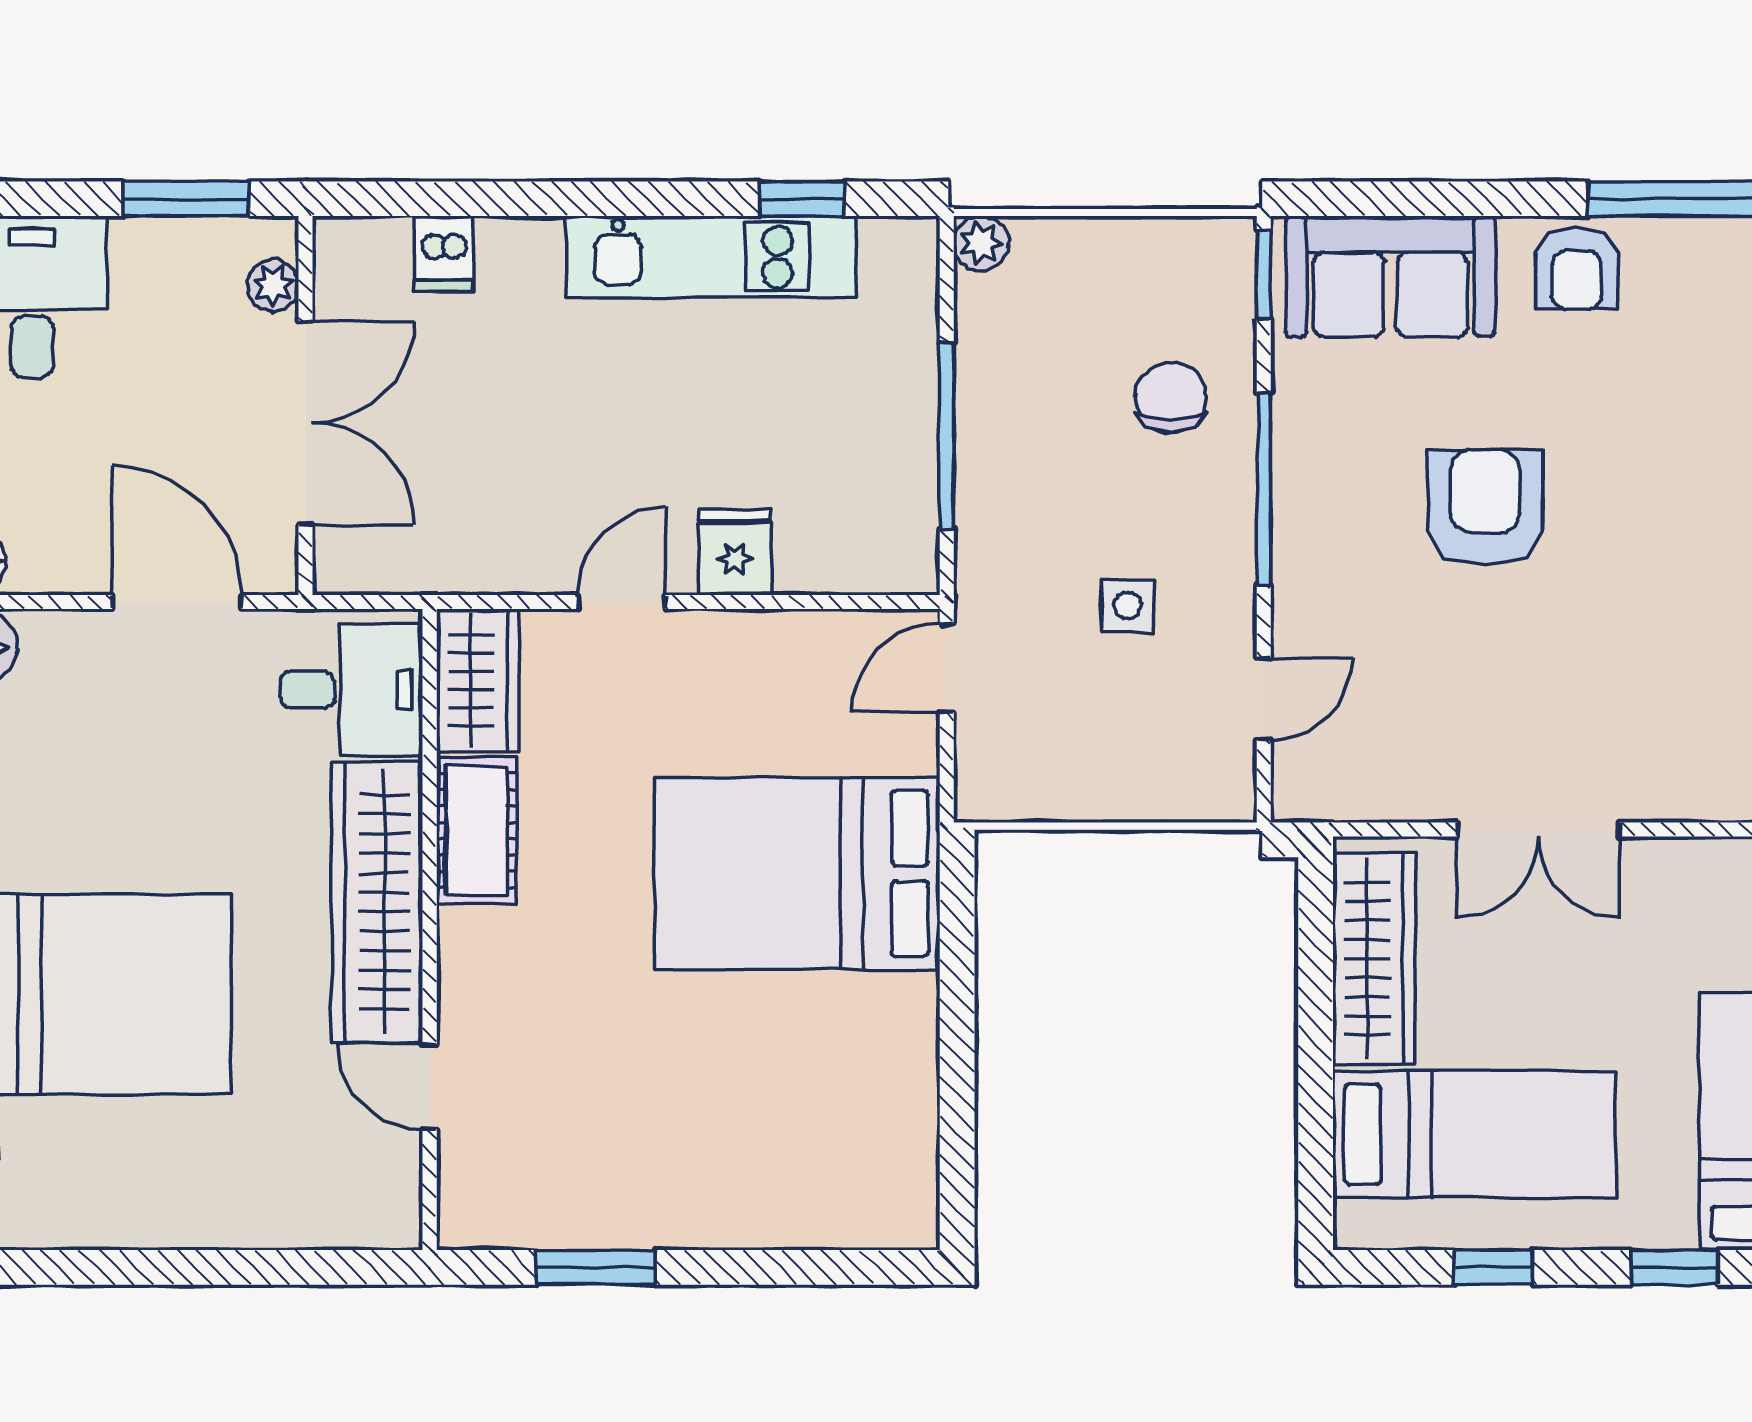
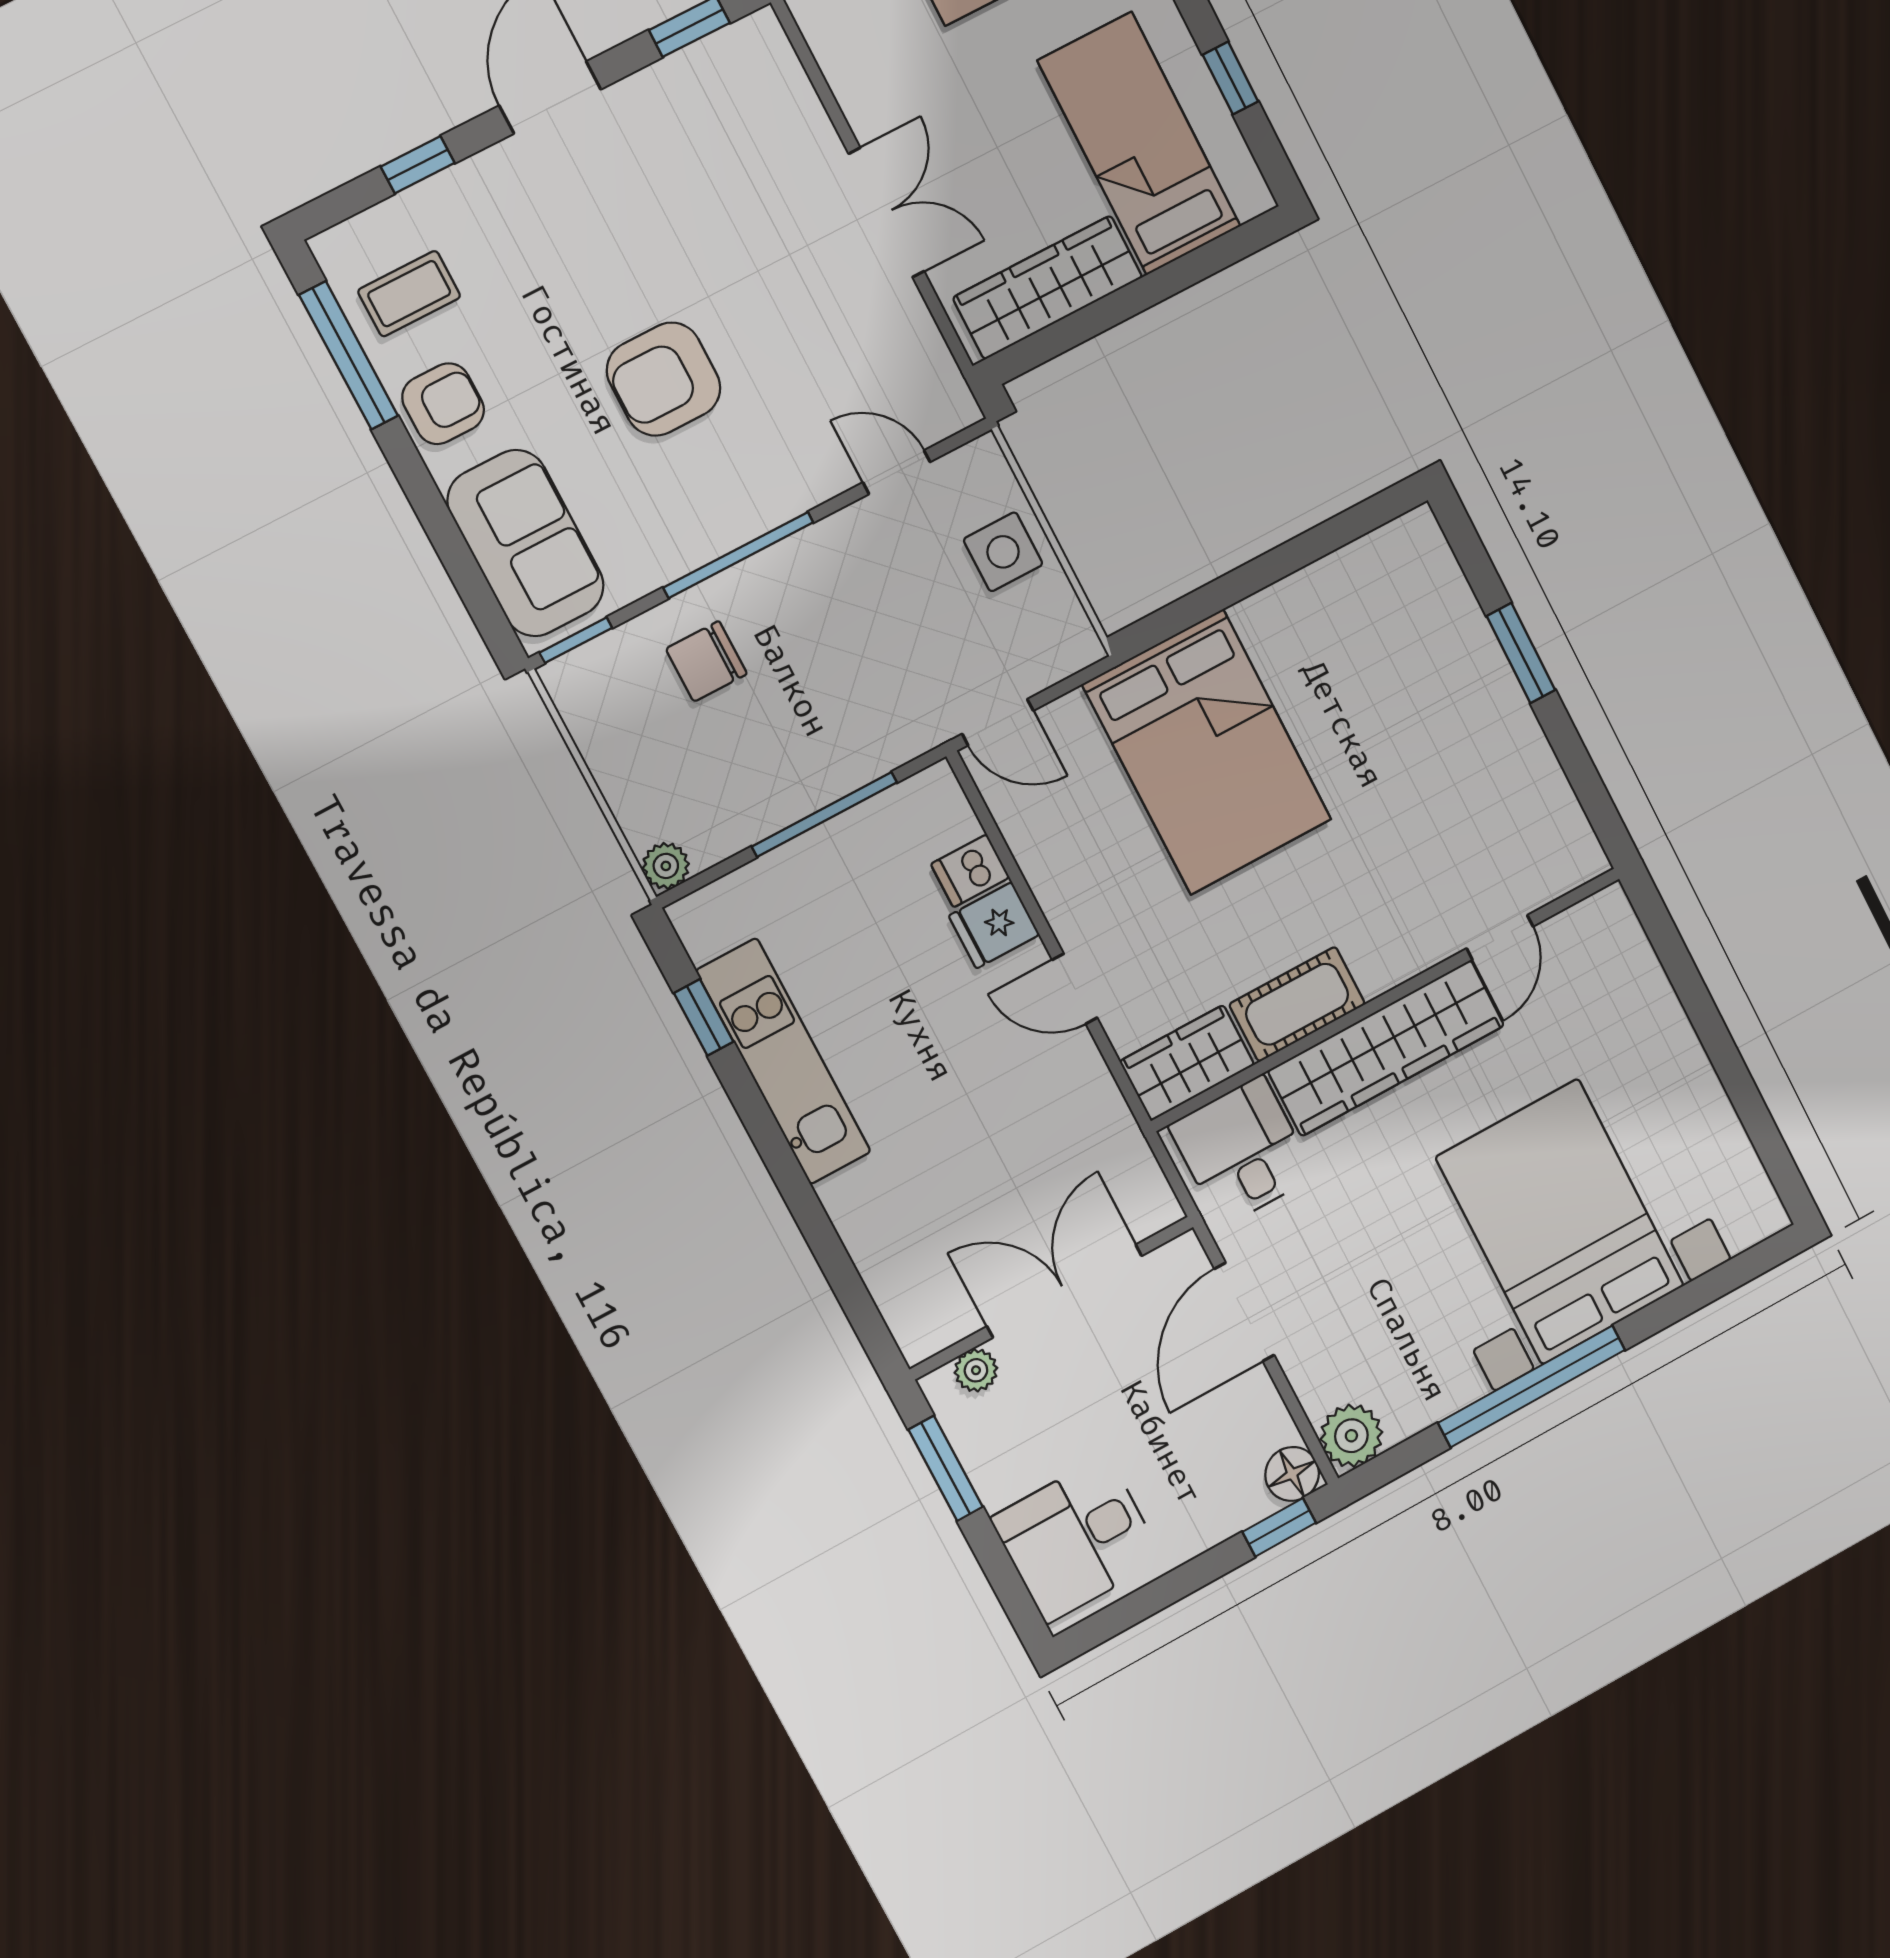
dishwasher: (444, 254) -> (970, 871), moved, turned 180
coffee table: (1706, 294) -> (409, 294), added
side table: (1128, 606) -> (1003, 552), moved, width x1.37, depth x1.37
window: (596, 1267) -> (1521, 653), moved

